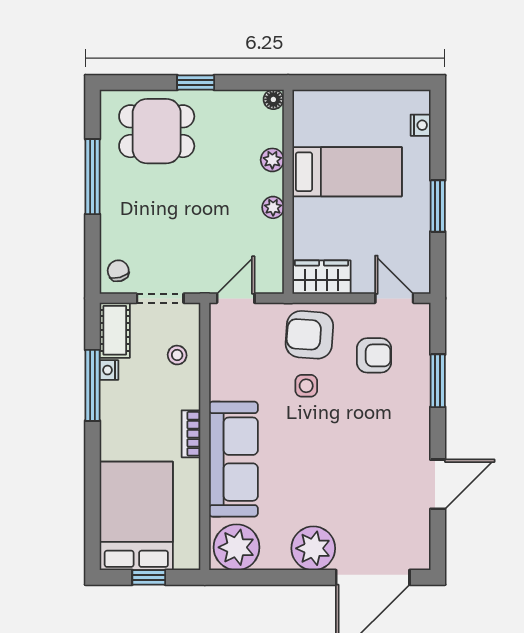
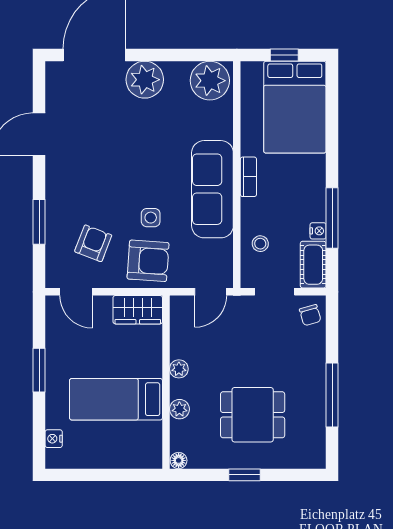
dining table: (157, 131) -> (253, 415), moved
armchair: (374, 355) -> (93, 243), turned 111
sofa: (233, 459) -> (212, 189), moved

